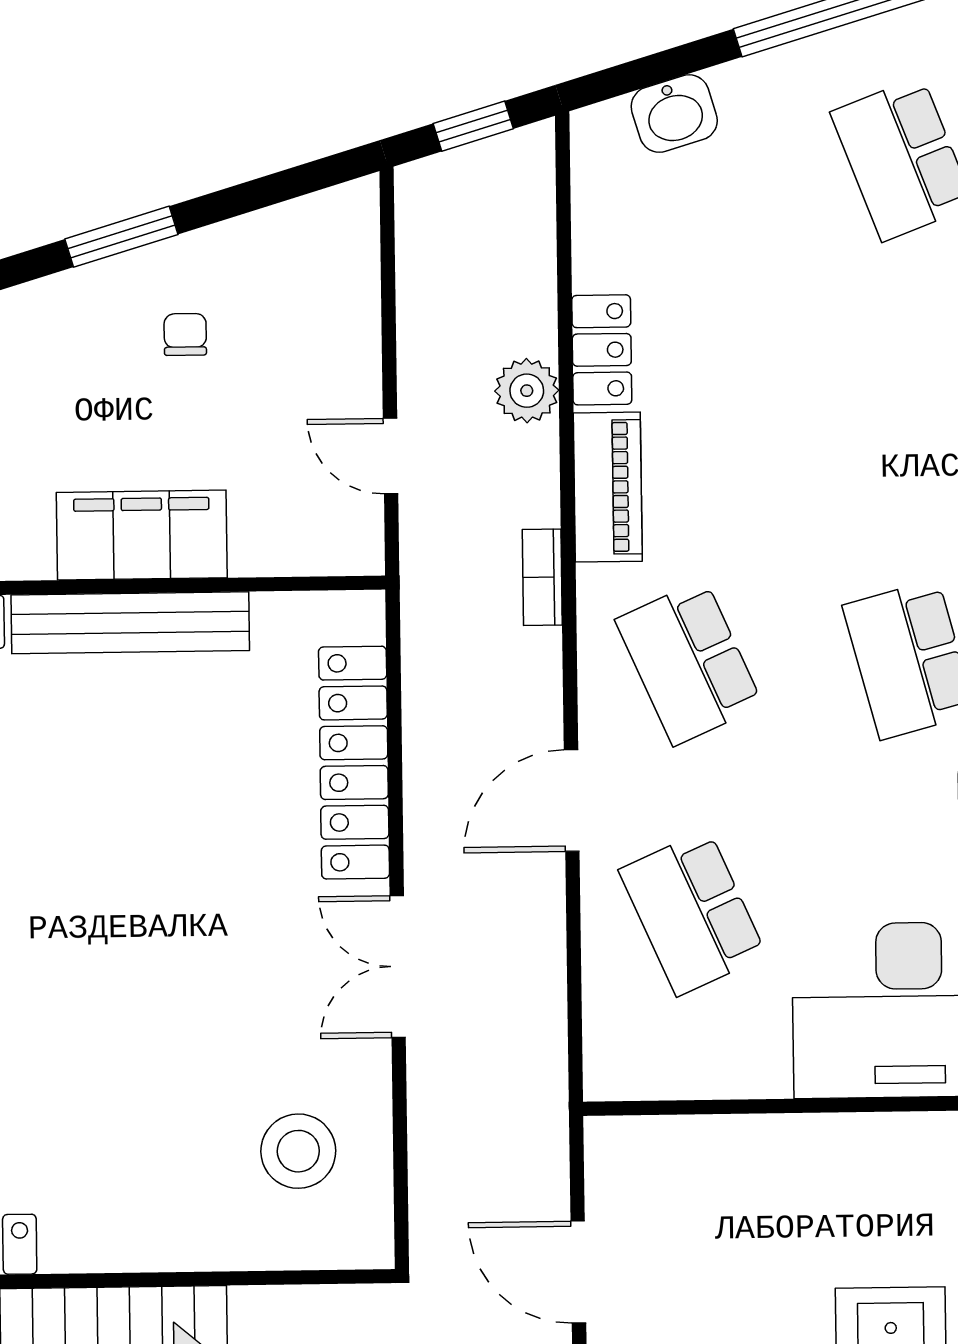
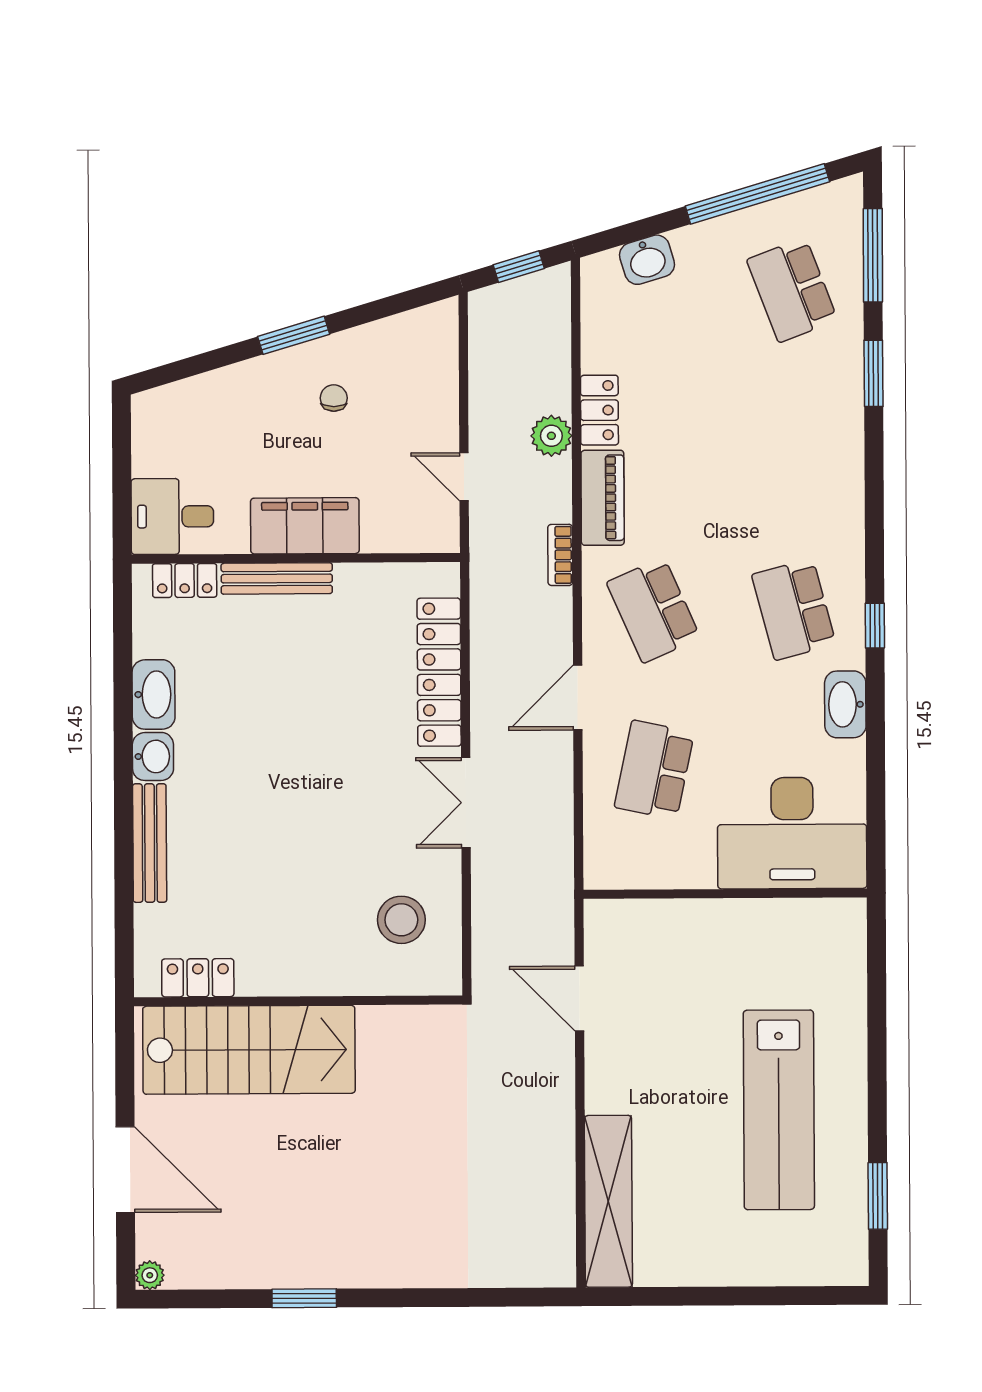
bench: (130, 623) -> (277, 578), width x0.73, depth x0.82
school desk: (692, 913) -> (654, 770), turned 36

